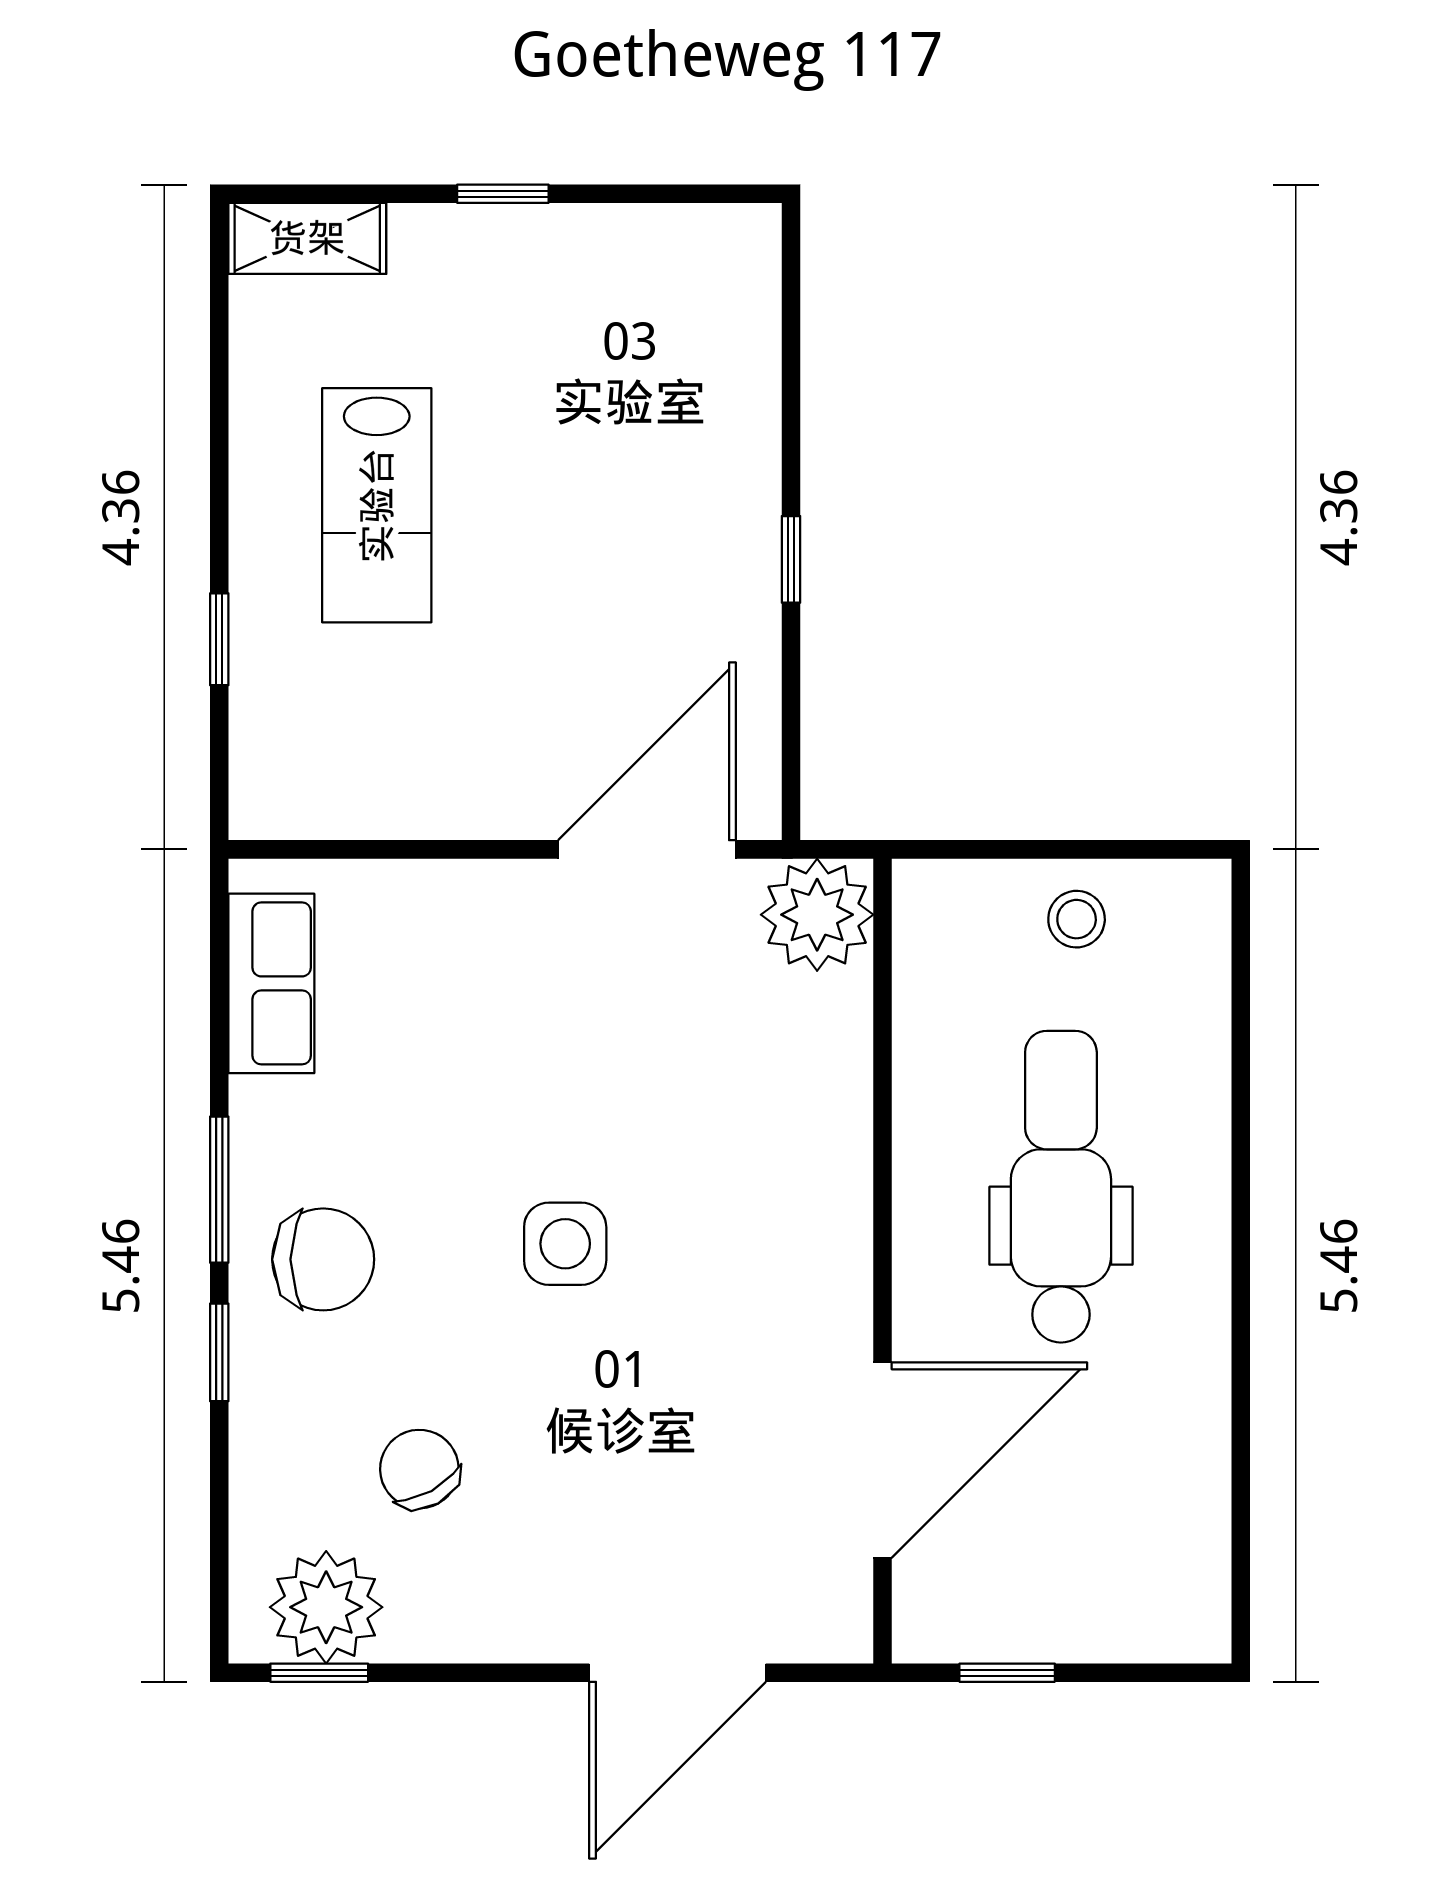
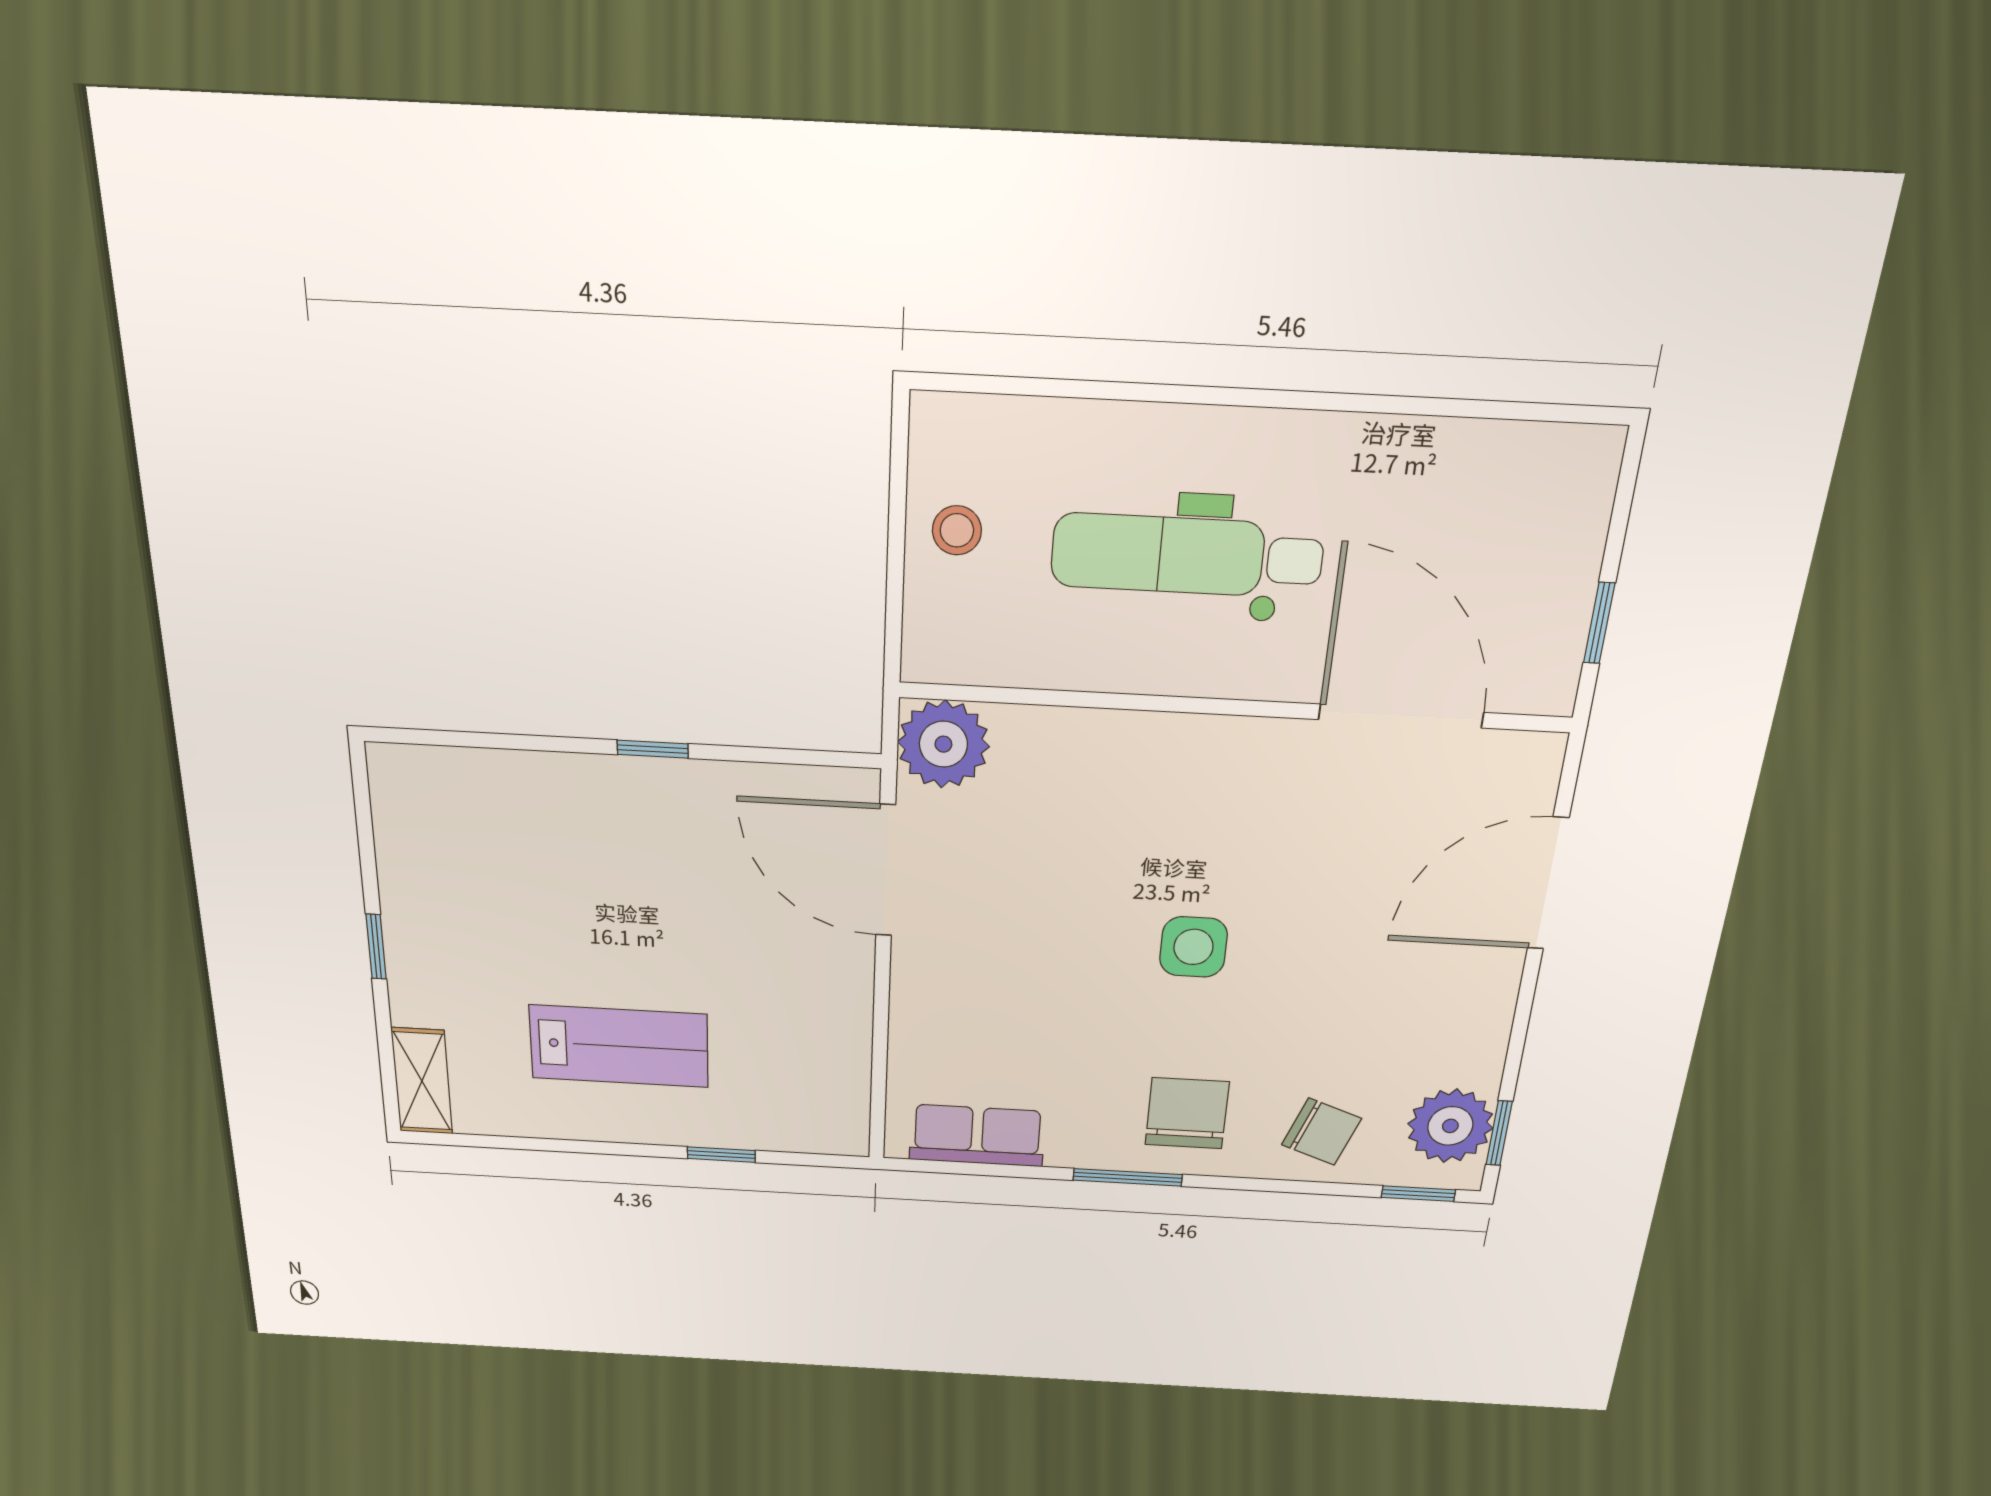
window: (219, 1352) -> (1418, 1194), moved
chair: (419, 1469) -> (1322, 1132), moved, turned -131
door: (677, 1673) -> (1548, 884), swing flipped

